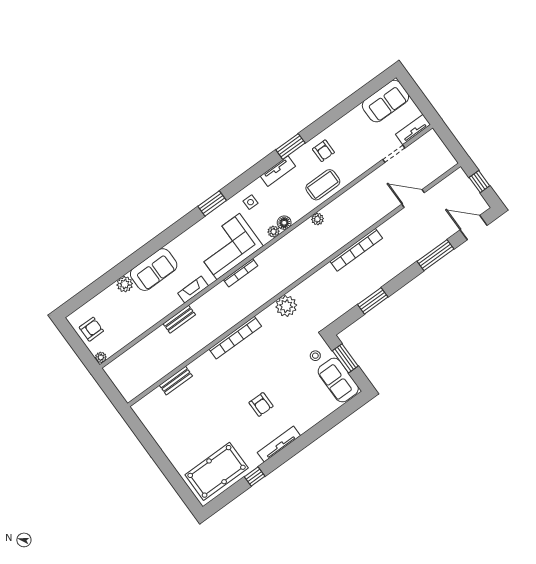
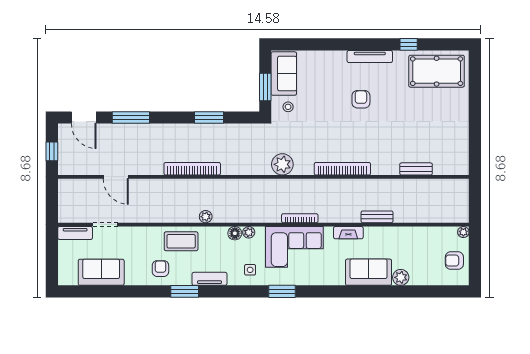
sofa: (385, 101) -> (101, 272), moved

